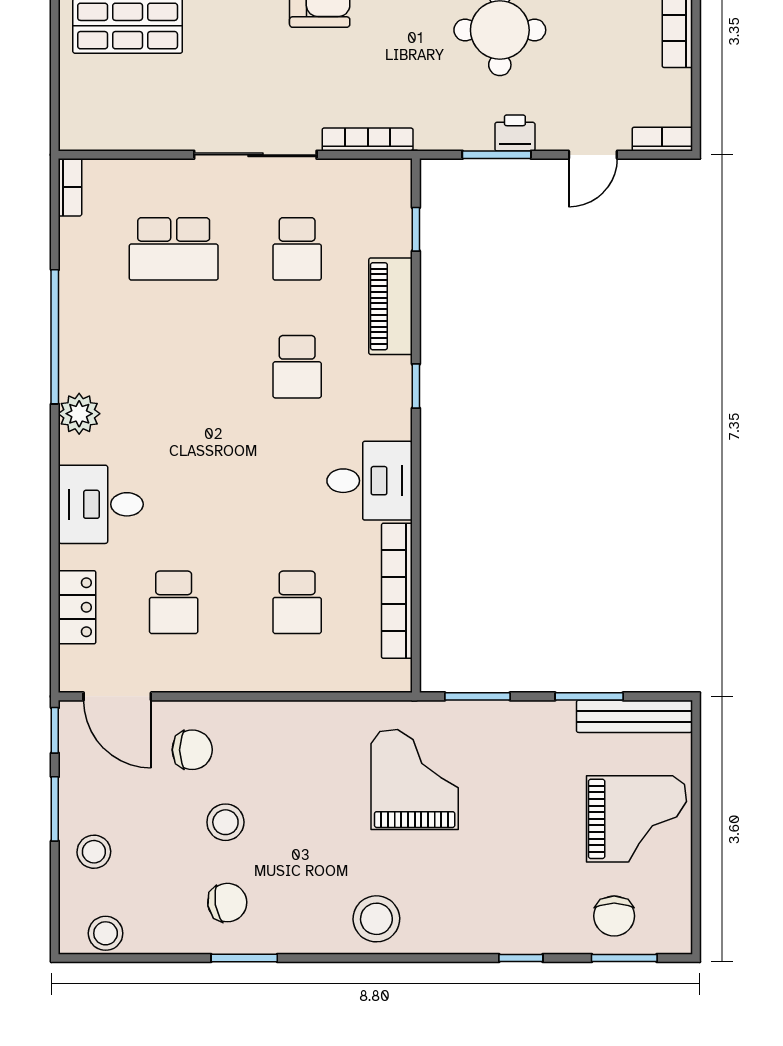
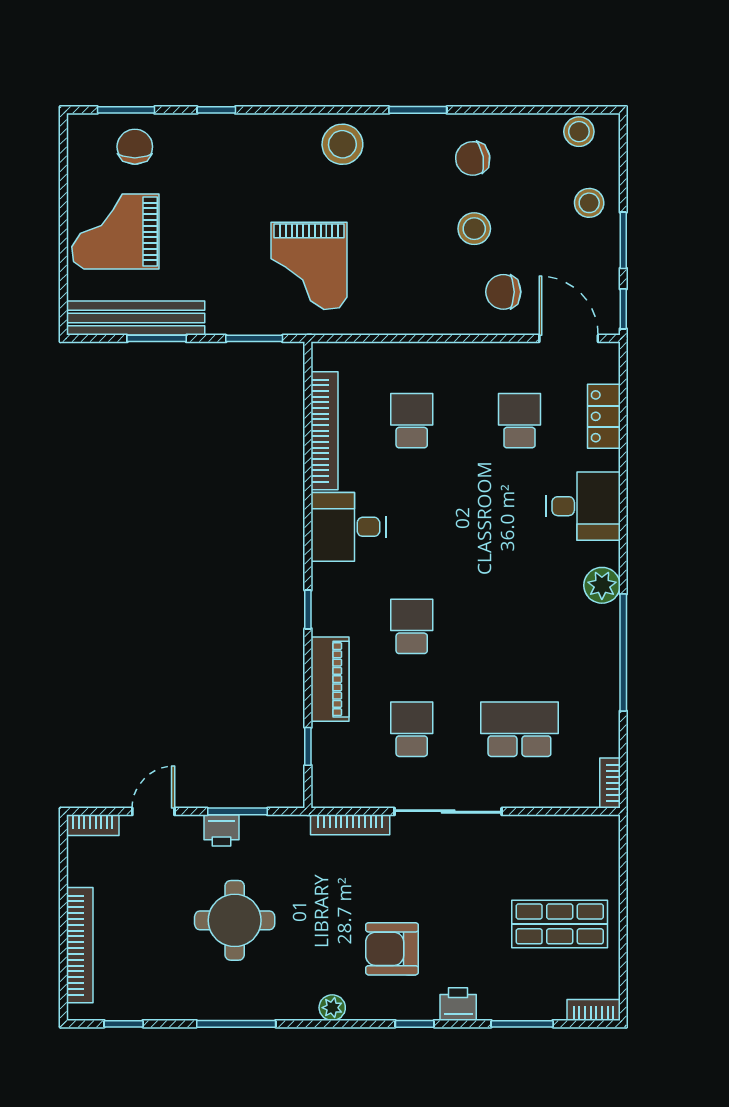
bench: (634, 716) -> (136, 318), width x1.37, depth x1.21
window: (244, 958) -> (418, 110), moved

